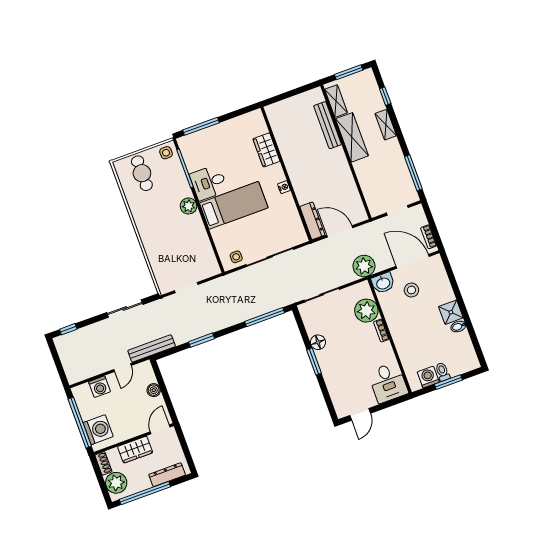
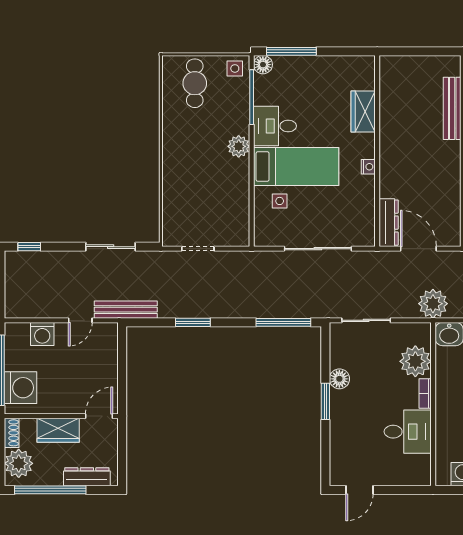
floor lamp: (185, 143) -> (263, 65), added
side table: (236, 257) -> (280, 201), moved
desk: (388, 383) -> (408, 432), moved, turned -90
boiler: (154, 390) -> (109, 363), removed

